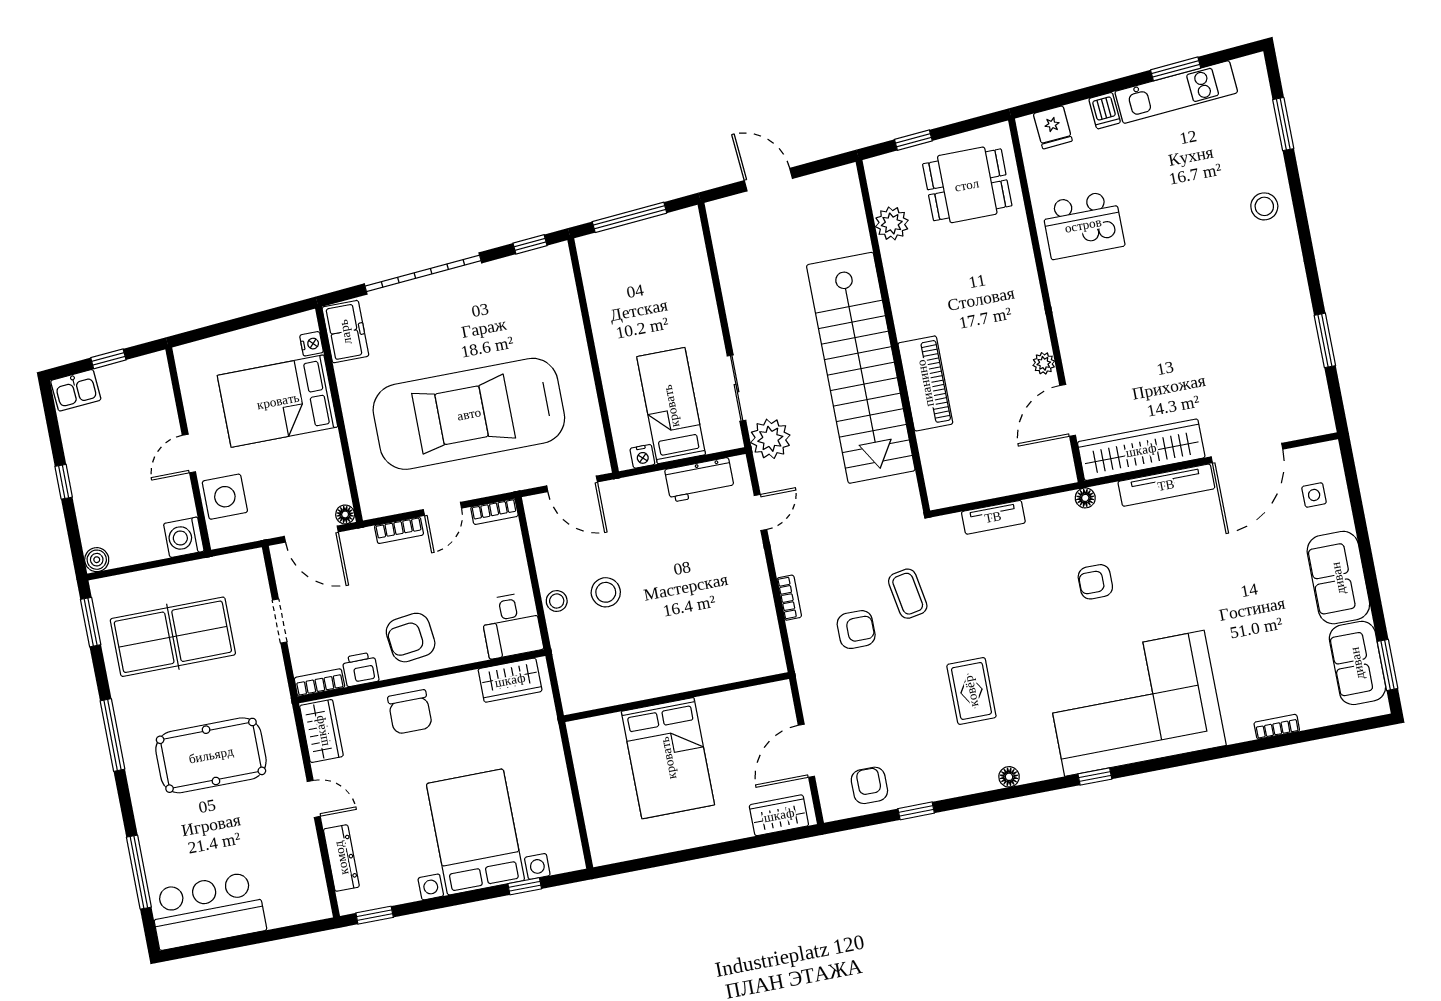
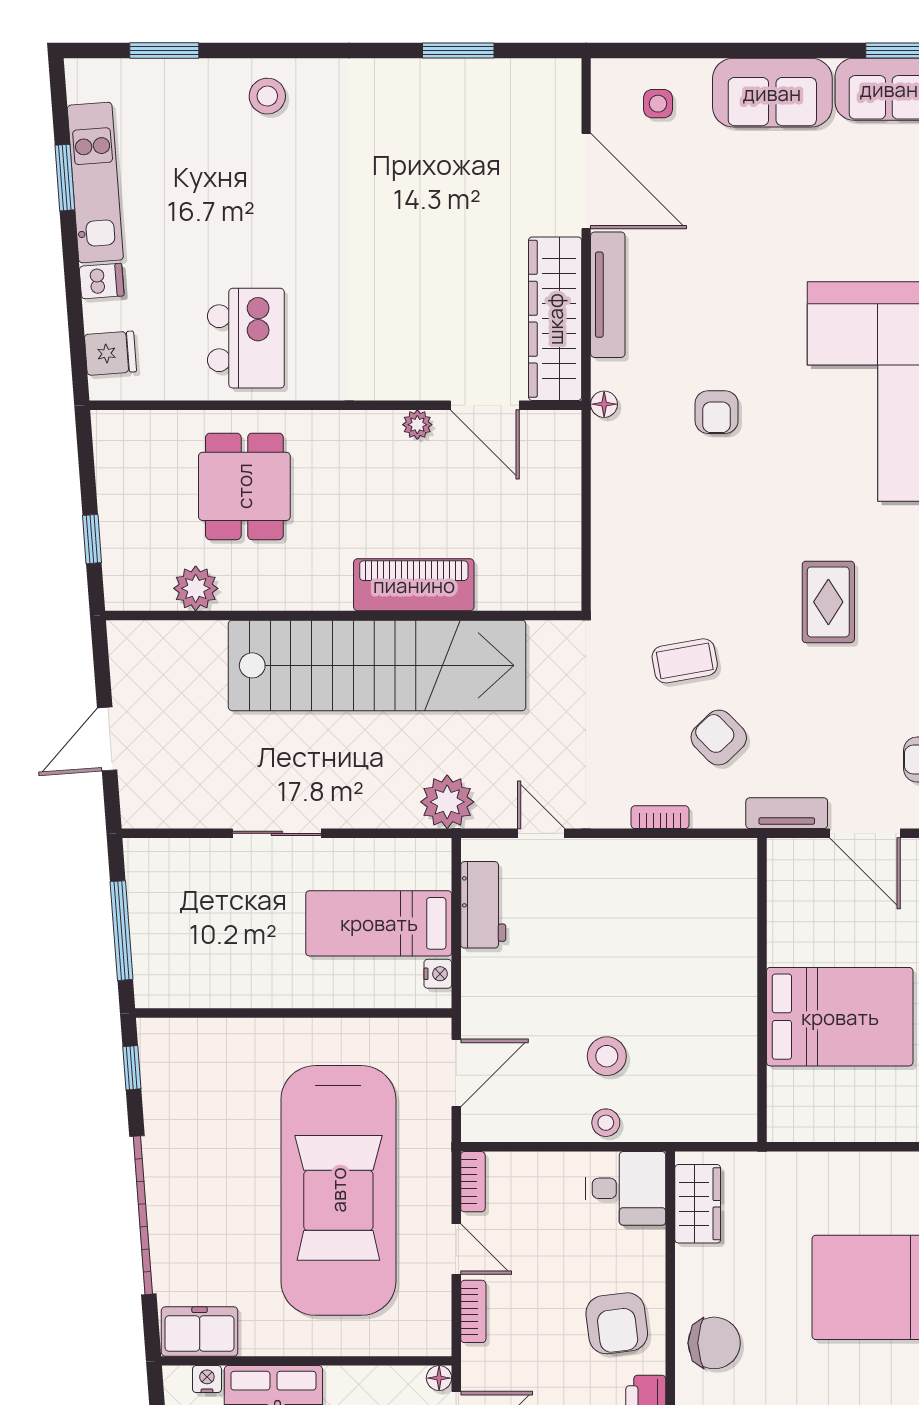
dining table: (967, 185) -> (244, 486), moved
sliding door: (737, 388) -> (277, 833), moved
tv unit: (993, 517) -> (787, 813), moved, turned -90
armchair: (856, 630) -> (719, 738), turned -44
rug: (971, 691) -> (828, 602), turned 90

